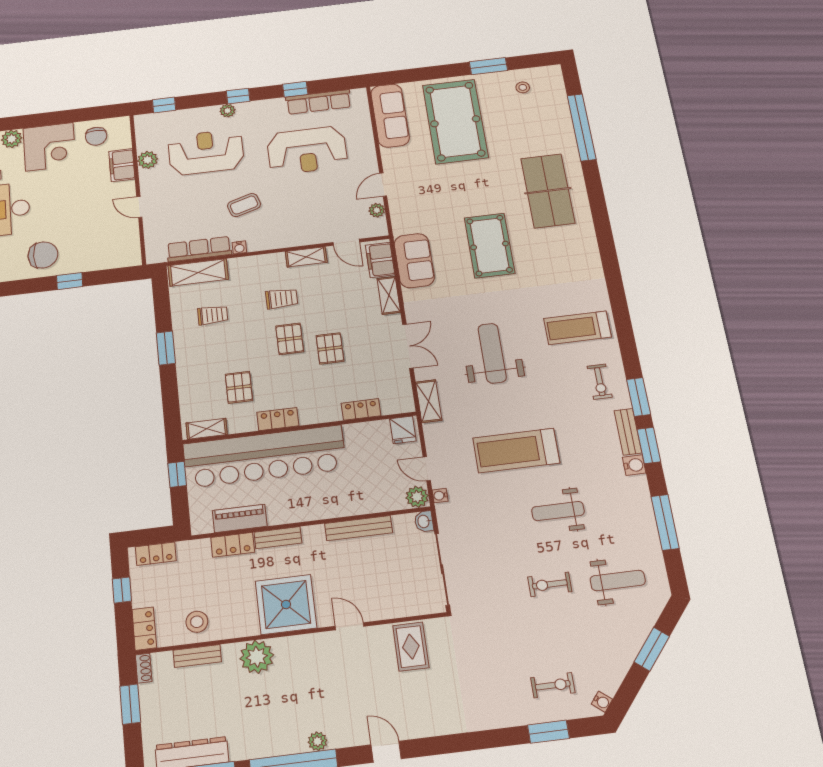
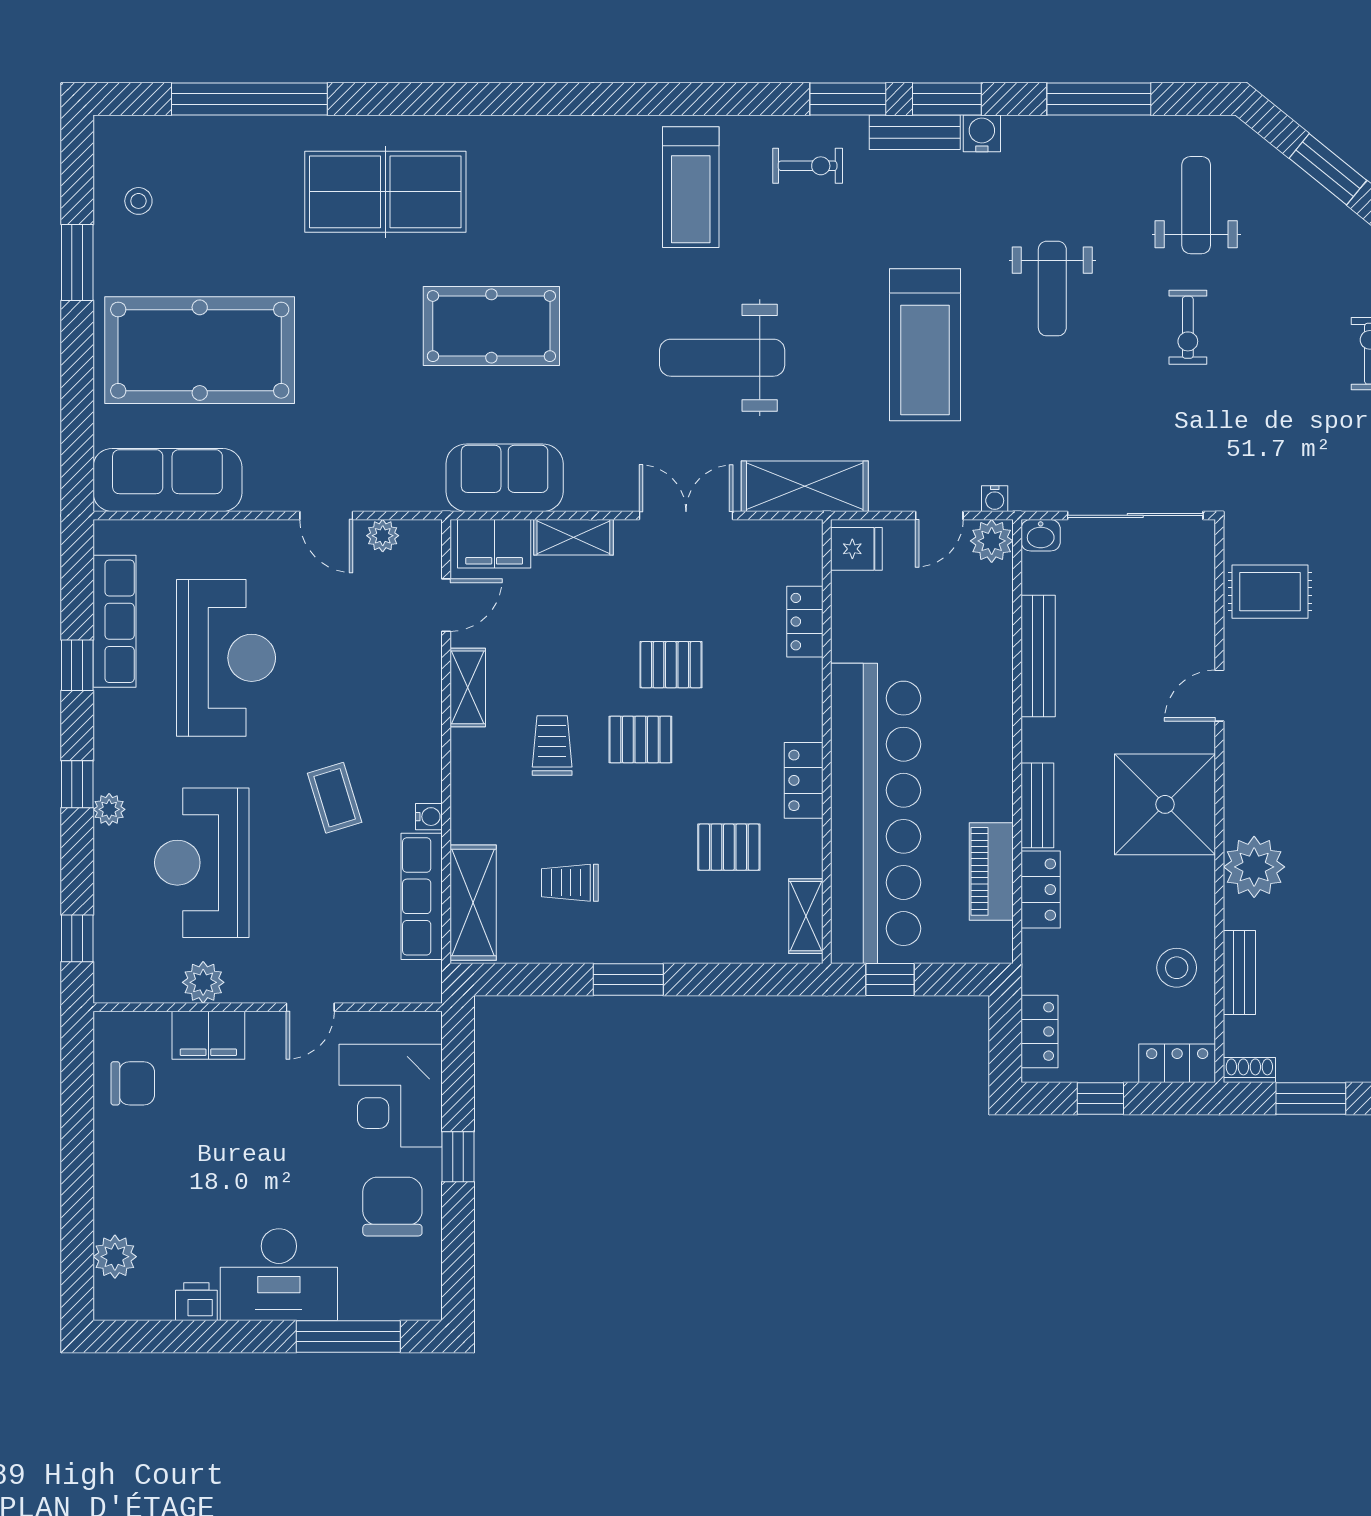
corner desk: (49, 147) -> (391, 1096), moved, turned 180
trolley: (213, 315) -> (570, 883), turned -90
shelving: (429, 401) -> (805, 486), width x1.50, depth x1.33

